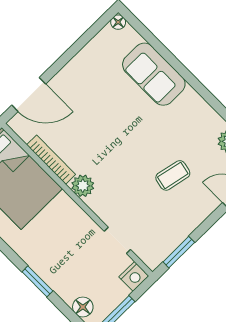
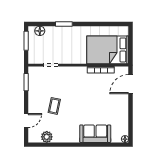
plant: (83, 186) -> (81, 72), removed
nightstand: (134, 276) -> (33, 59), removed

